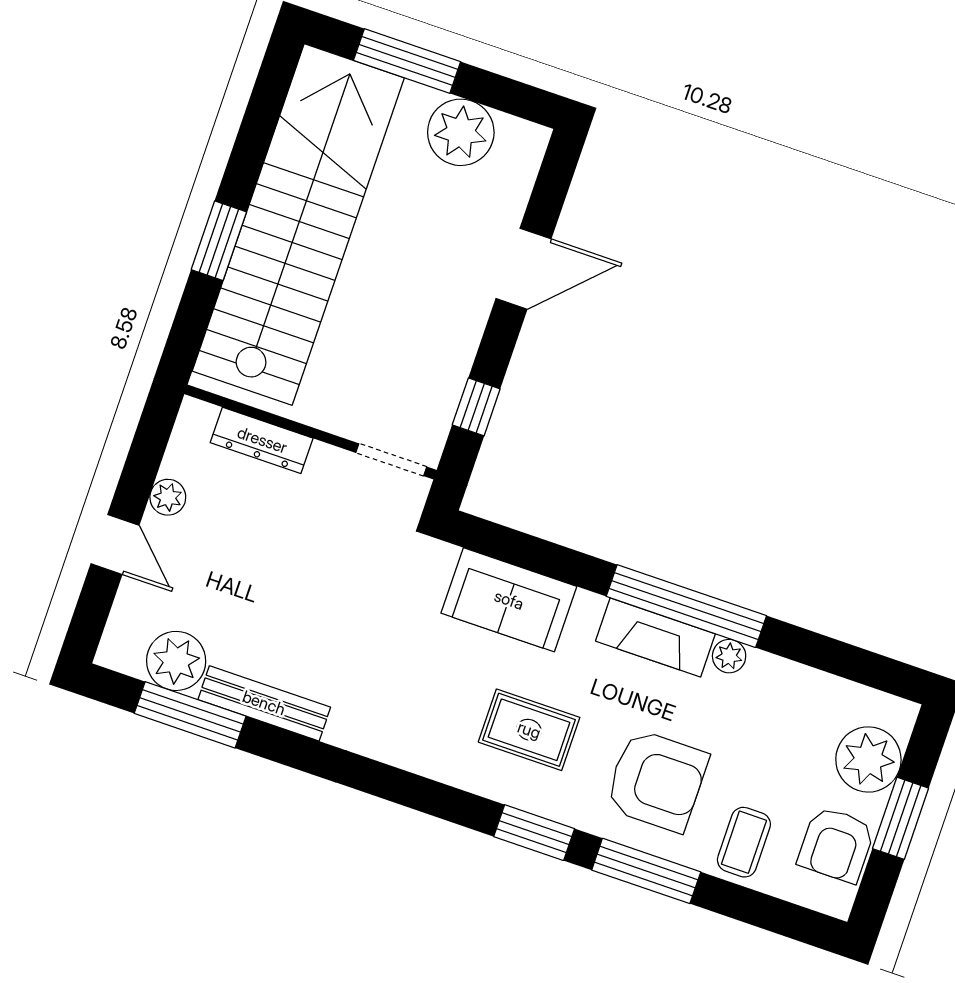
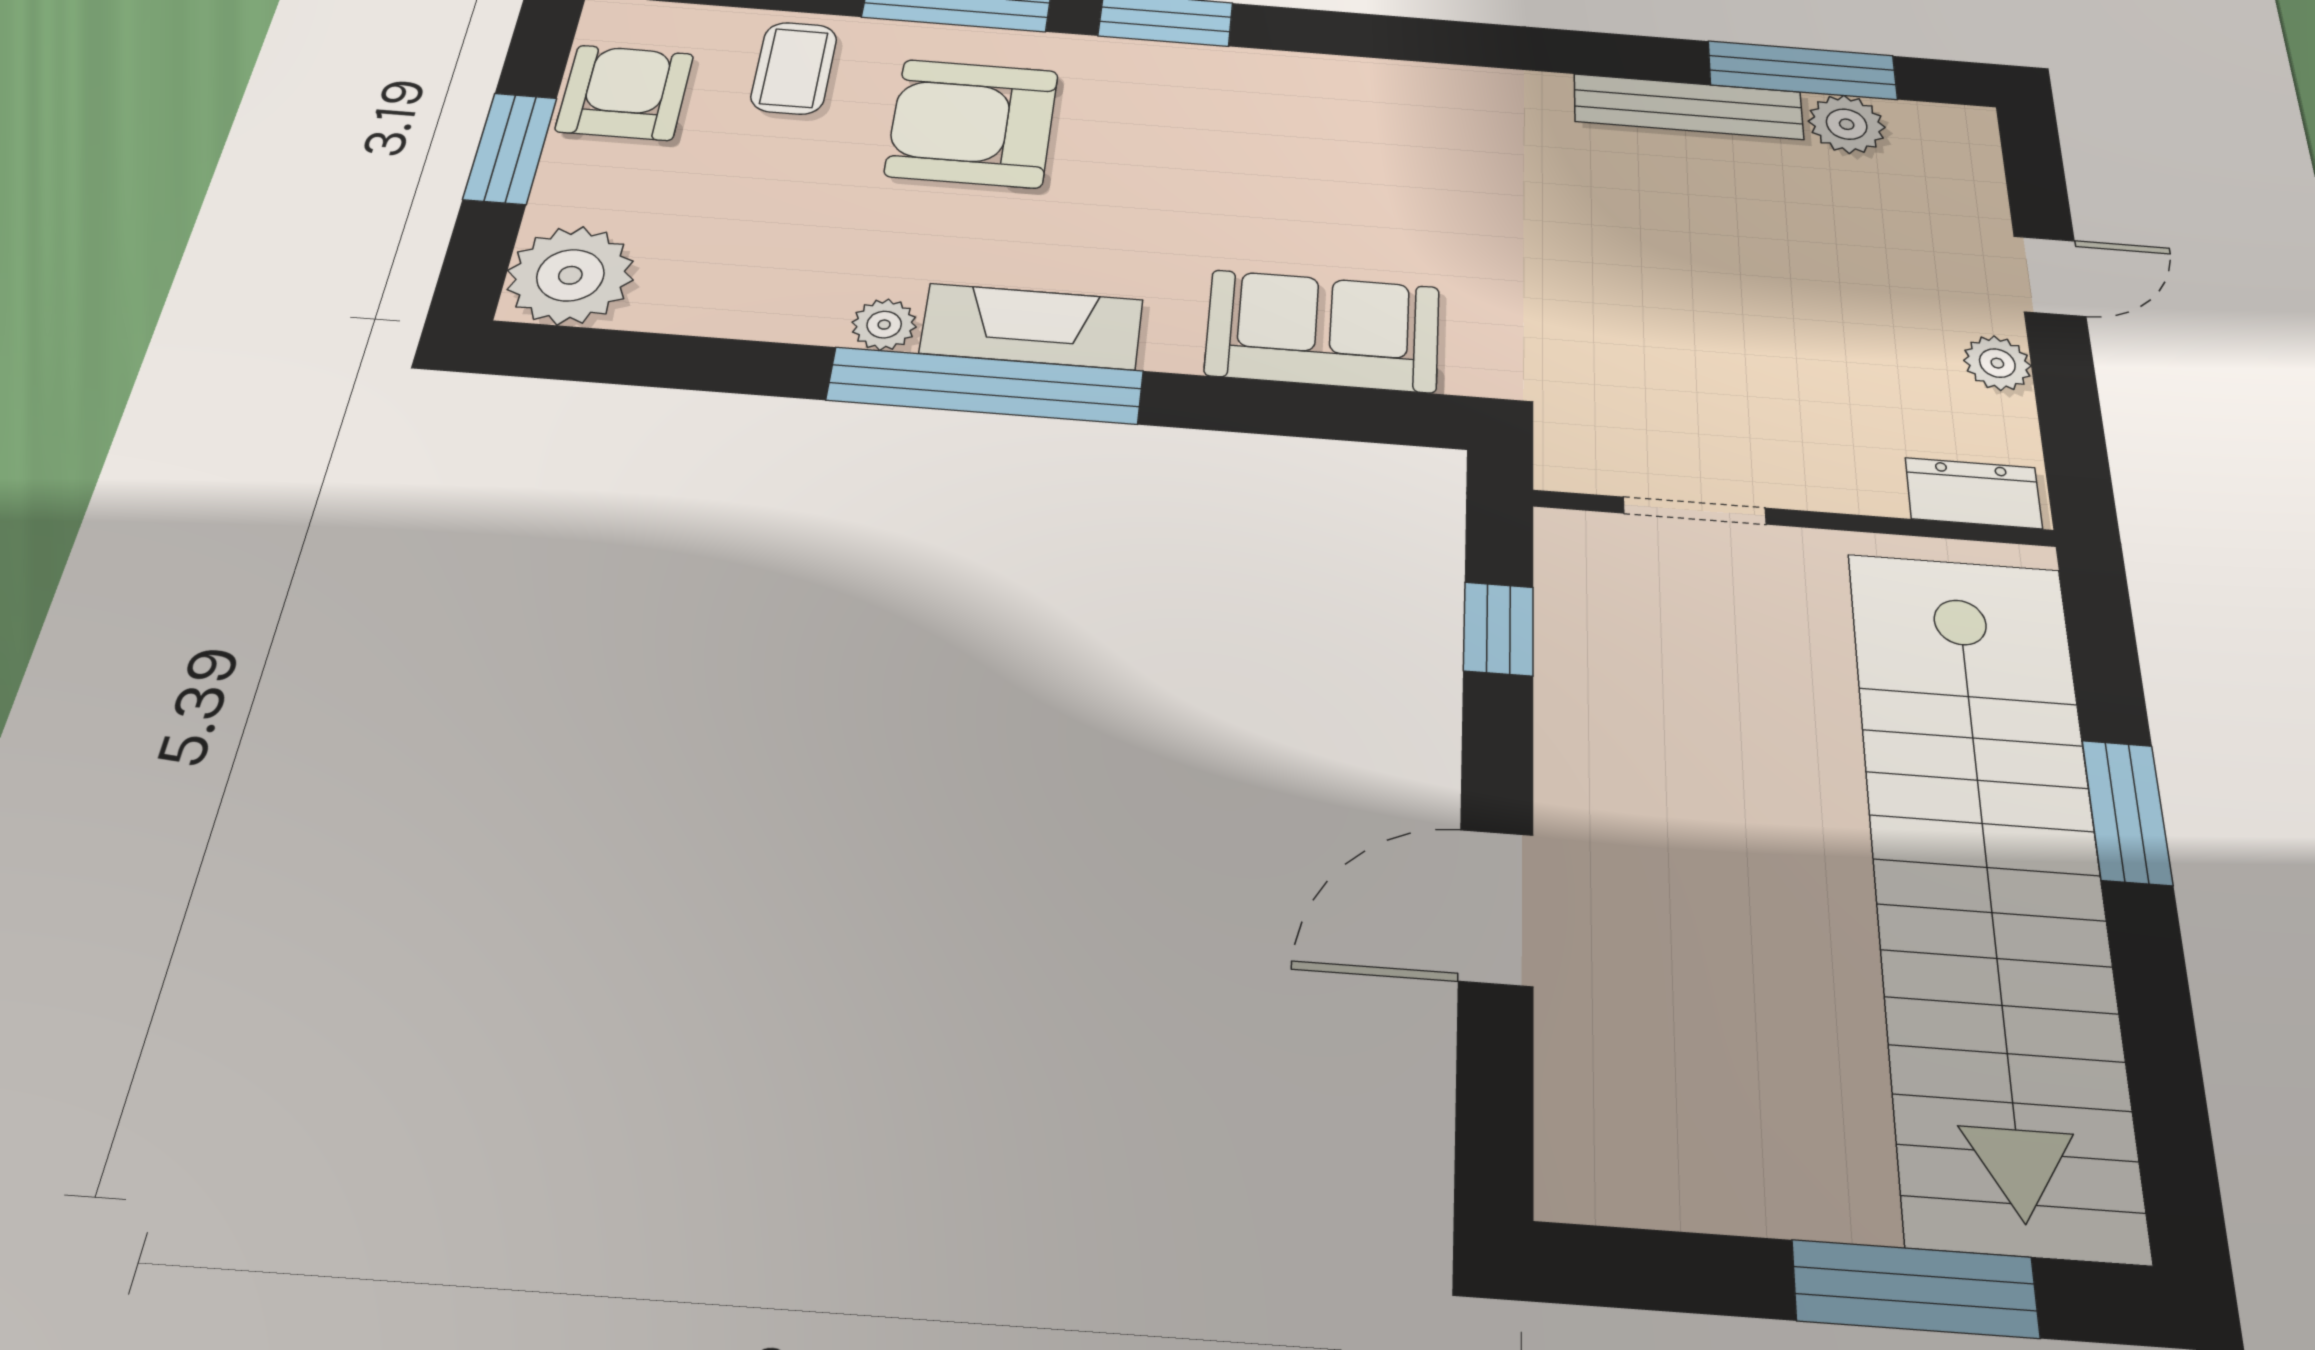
plant: (461, 132) -> (1734, 1159), removed
dresser: (262, 440) -> (1974, 493), moved, width x0.70
doorway: (391, 460) -> (1695, 511), moved
door: (115, 544) -> (2050, 276), swing flipped
plant: (176, 661) -> (1847, 124), width x0.73, depth x0.73
rug: (529, 730) -> (1221, 152), removed
plant: (868, 759) -> (570, 275), moved

